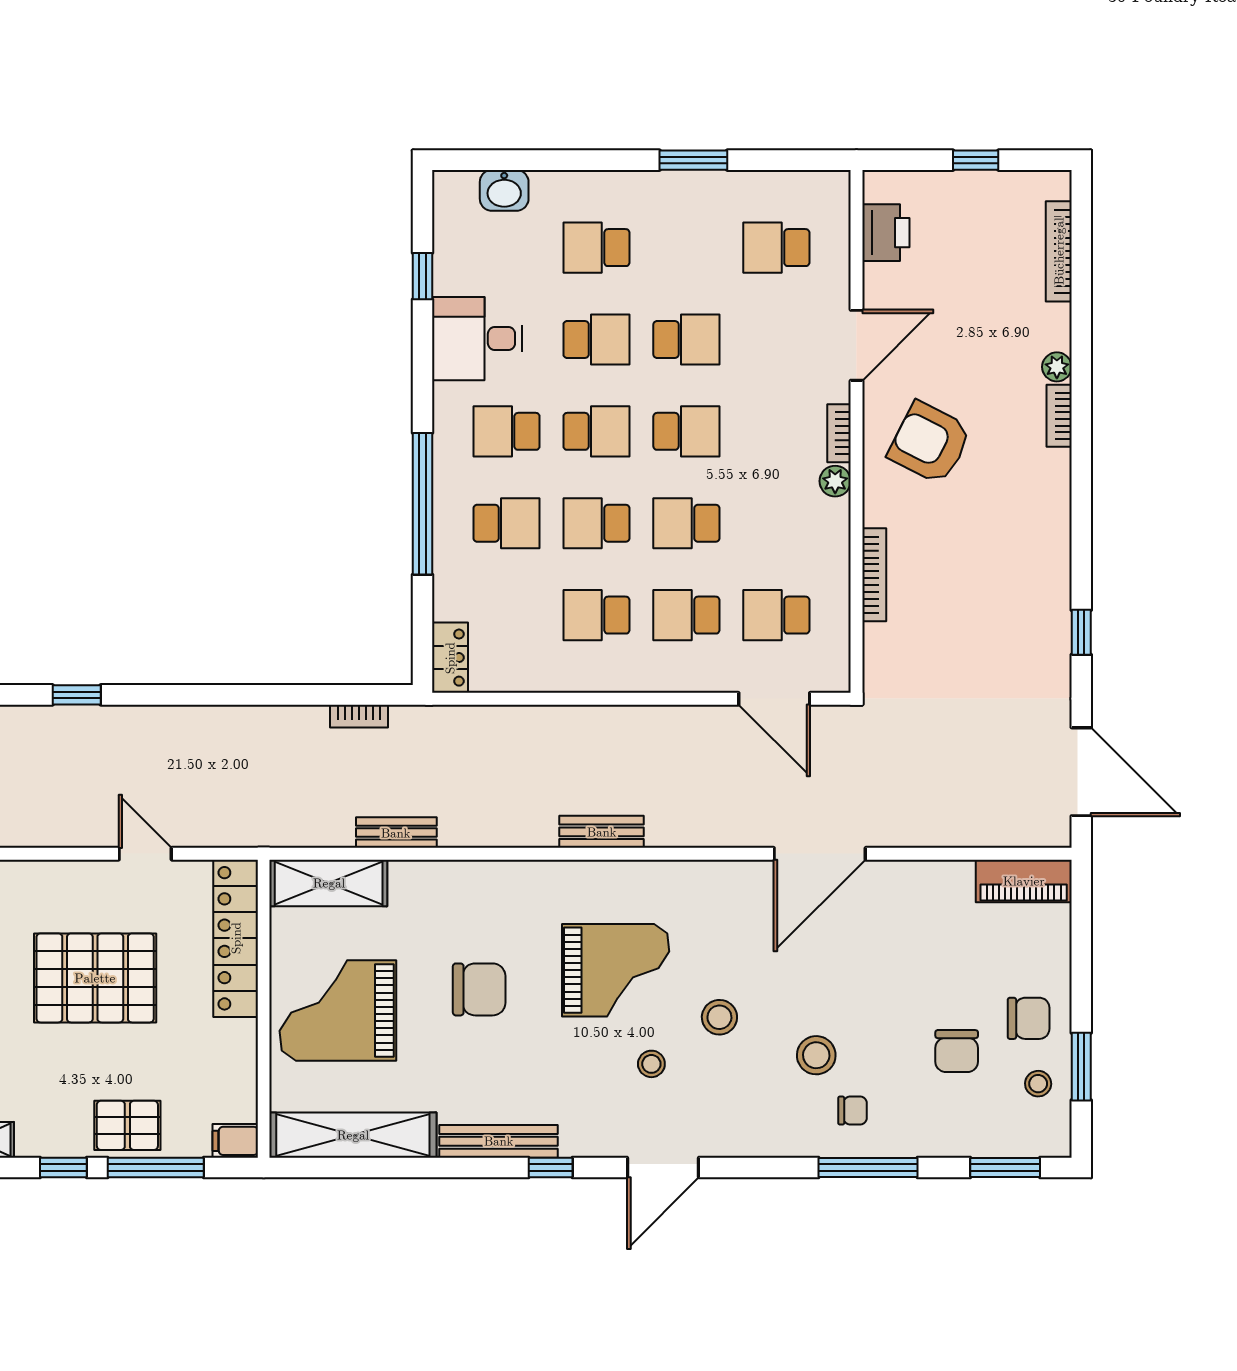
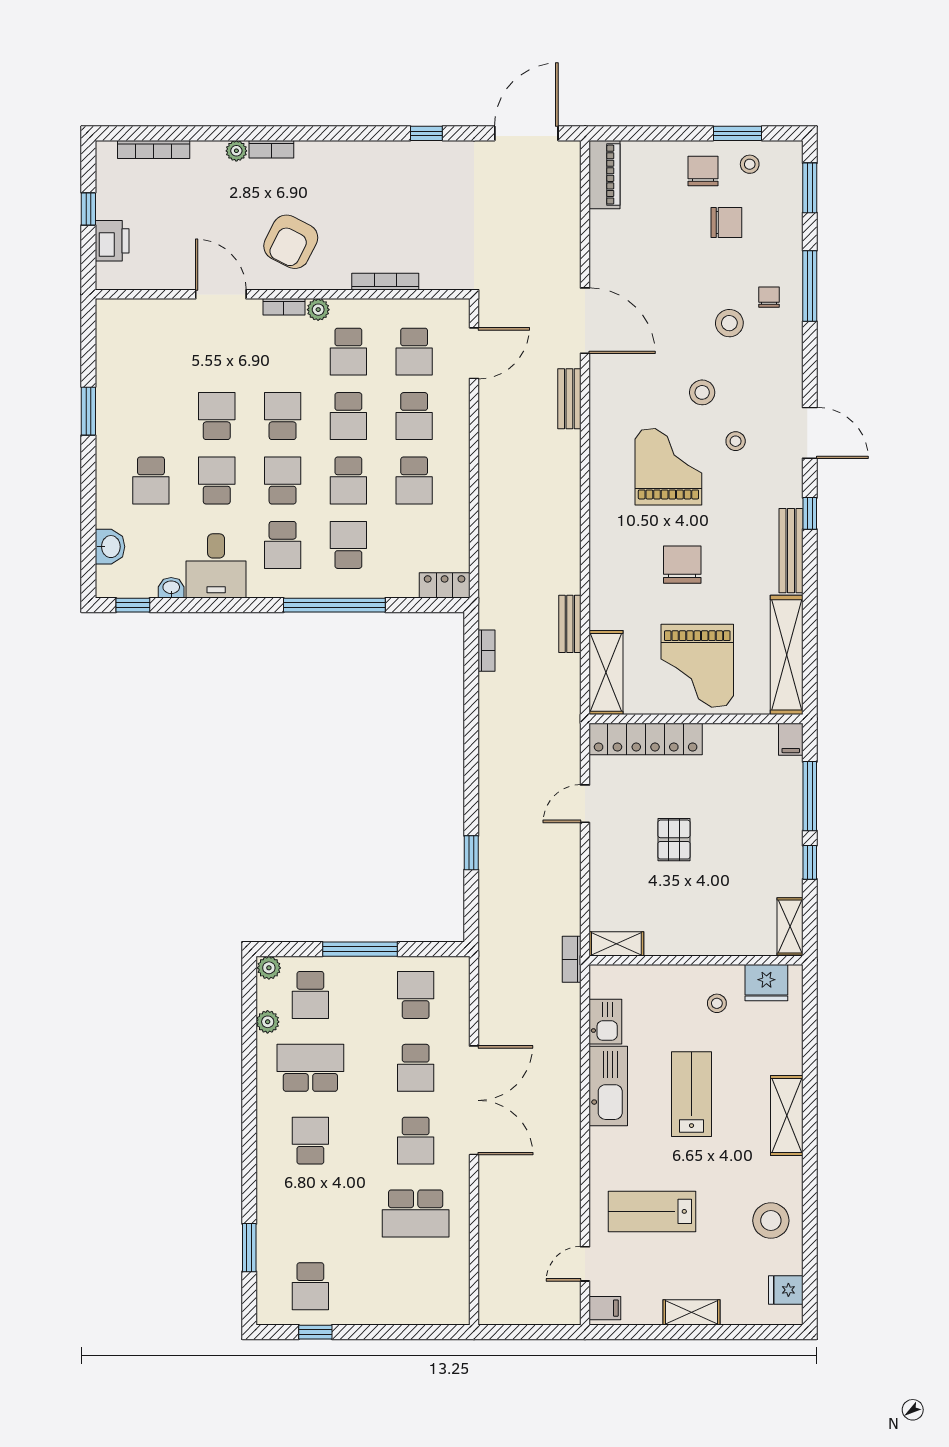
printer: (886, 233) -> (112, 241), moved, turned 90
school desk: (776, 248) -> (348, 352), moved
window: (423, 276) -> (133, 605), moved
washbasin: (447, 276) -> (171, 588), added
bench: (602, 832) -> (569, 399), moved
pallet: (95, 978) -> (674, 840), width x0.49, depth x0.50
pallet: (127, 1125) -> (780, 816), removed

